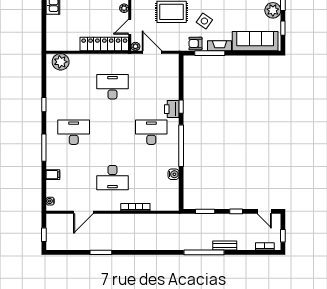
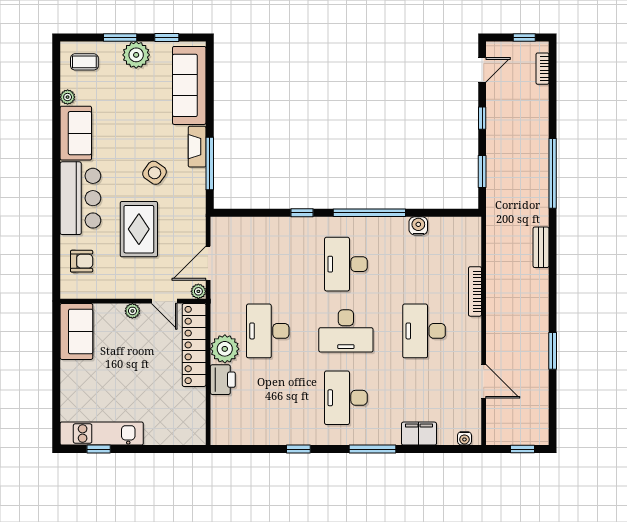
armchair: (195, 43) -> (193, 188), removed
plant: (61, 62) -> (225, 349), moved
printer: (172, 109) -> (223, 380), moved, turned -90
desk: (112, 132) -> (346, 331), added
filing cabinet: (53, 175) -> (419, 434), width x2.00
desk: (112, 178) -> (424, 331), turned 180
bench: (225, 246) -> (541, 247), moved

